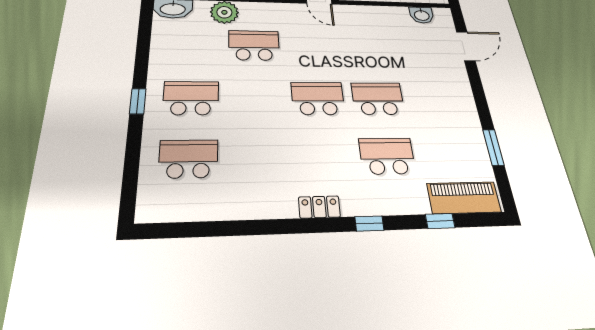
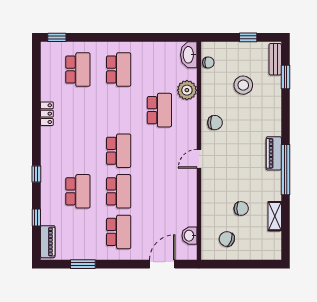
door: (466, 46) -> (162, 264), swing flipped
school desk: (436, 99) -> (119, 232), added
window: (138, 101) -> (57, 37), moved
piano: (464, 198) -> (48, 242), width x0.73, depth x0.75
locker: (319, 207) -> (47, 114), moved

